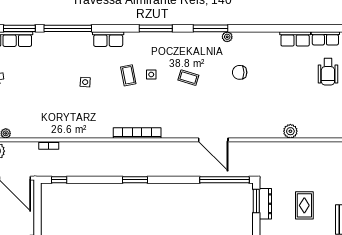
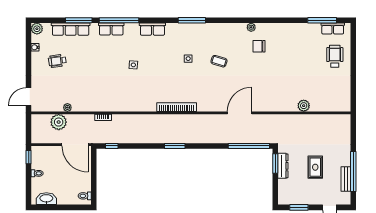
window: (211, 28) -> (322, 20), moved
row of seats: (295, 39) -> (111, 29), moved
chair: (240, 72) -> (259, 46), moved
wheelchair: (328, 72) -> (335, 56), turned 180
coffee table: (128, 75) -> (169, 59), removed
door: (213, 140) -> (240, 113), swing flipped

